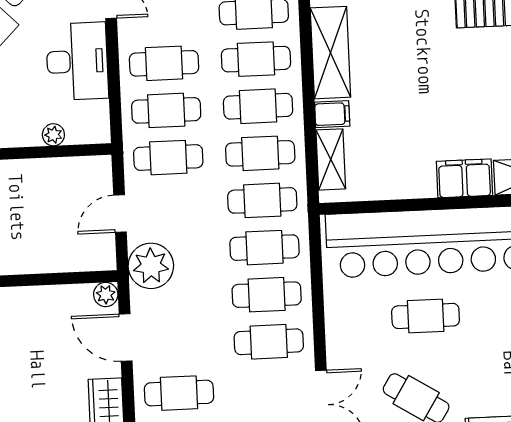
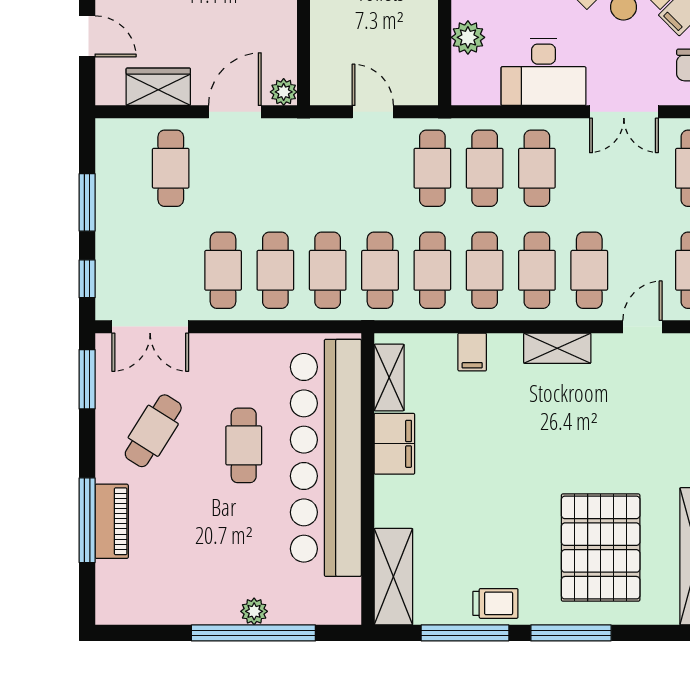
shelving: (330, 53) -> (557, 348), width x0.67, depth x0.75
plant: (53, 135) -> (468, 37), width x1.38, depth x1.38
shelving: (331, 159) -> (389, 377), moved, turned 90
filing cabinet: (465, 178) -> (394, 444), moved
plant: (151, 266) -> (313, 143), removed

